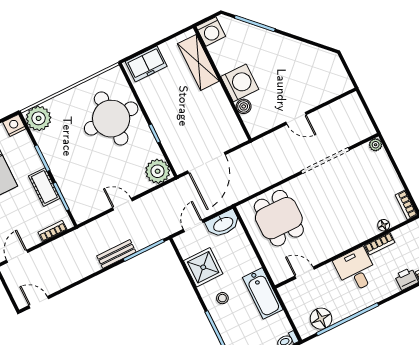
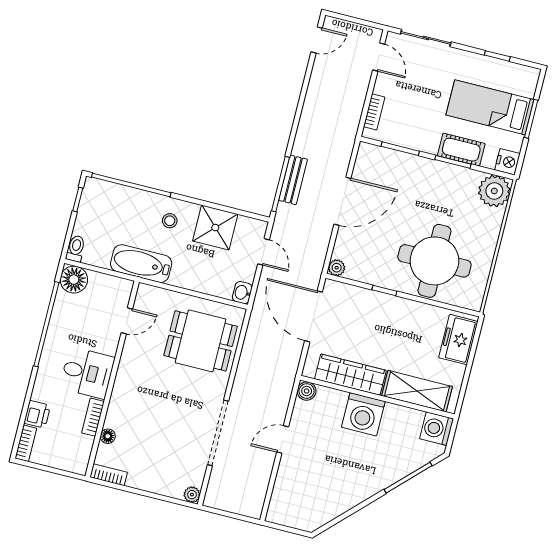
boiler: (244, 106) -> (307, 391), moved
wardrobe: (222, 111) -> (350, 375), added
plant: (158, 171) -> (337, 268), width x0.53, depth x0.53
cot: (44, 187) -> (461, 150), moved
door: (122, 204) -> (342, 201), width x1.88
washbasin: (223, 224) -> (242, 293), width x0.52, depth x0.69
bench: (116, 254) -> (293, 180), moved
floor lamp: (321, 319) -> (74, 280), moved

